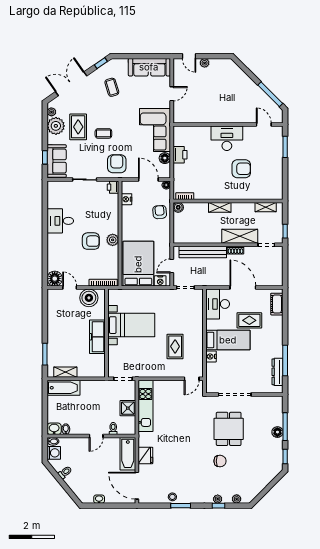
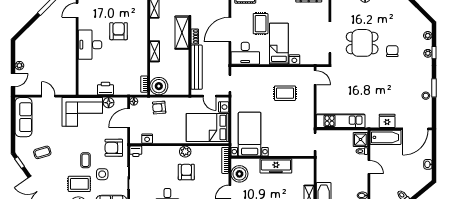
side table: (89, 151) -> (102, 174), added
boiler: (178, 207) -> (159, 86), width x1.86, depth x1.86
bed with nightstands: (131, 325) -> (250, 134), moved
shower: (128, 408) -> (360, 140), moved

